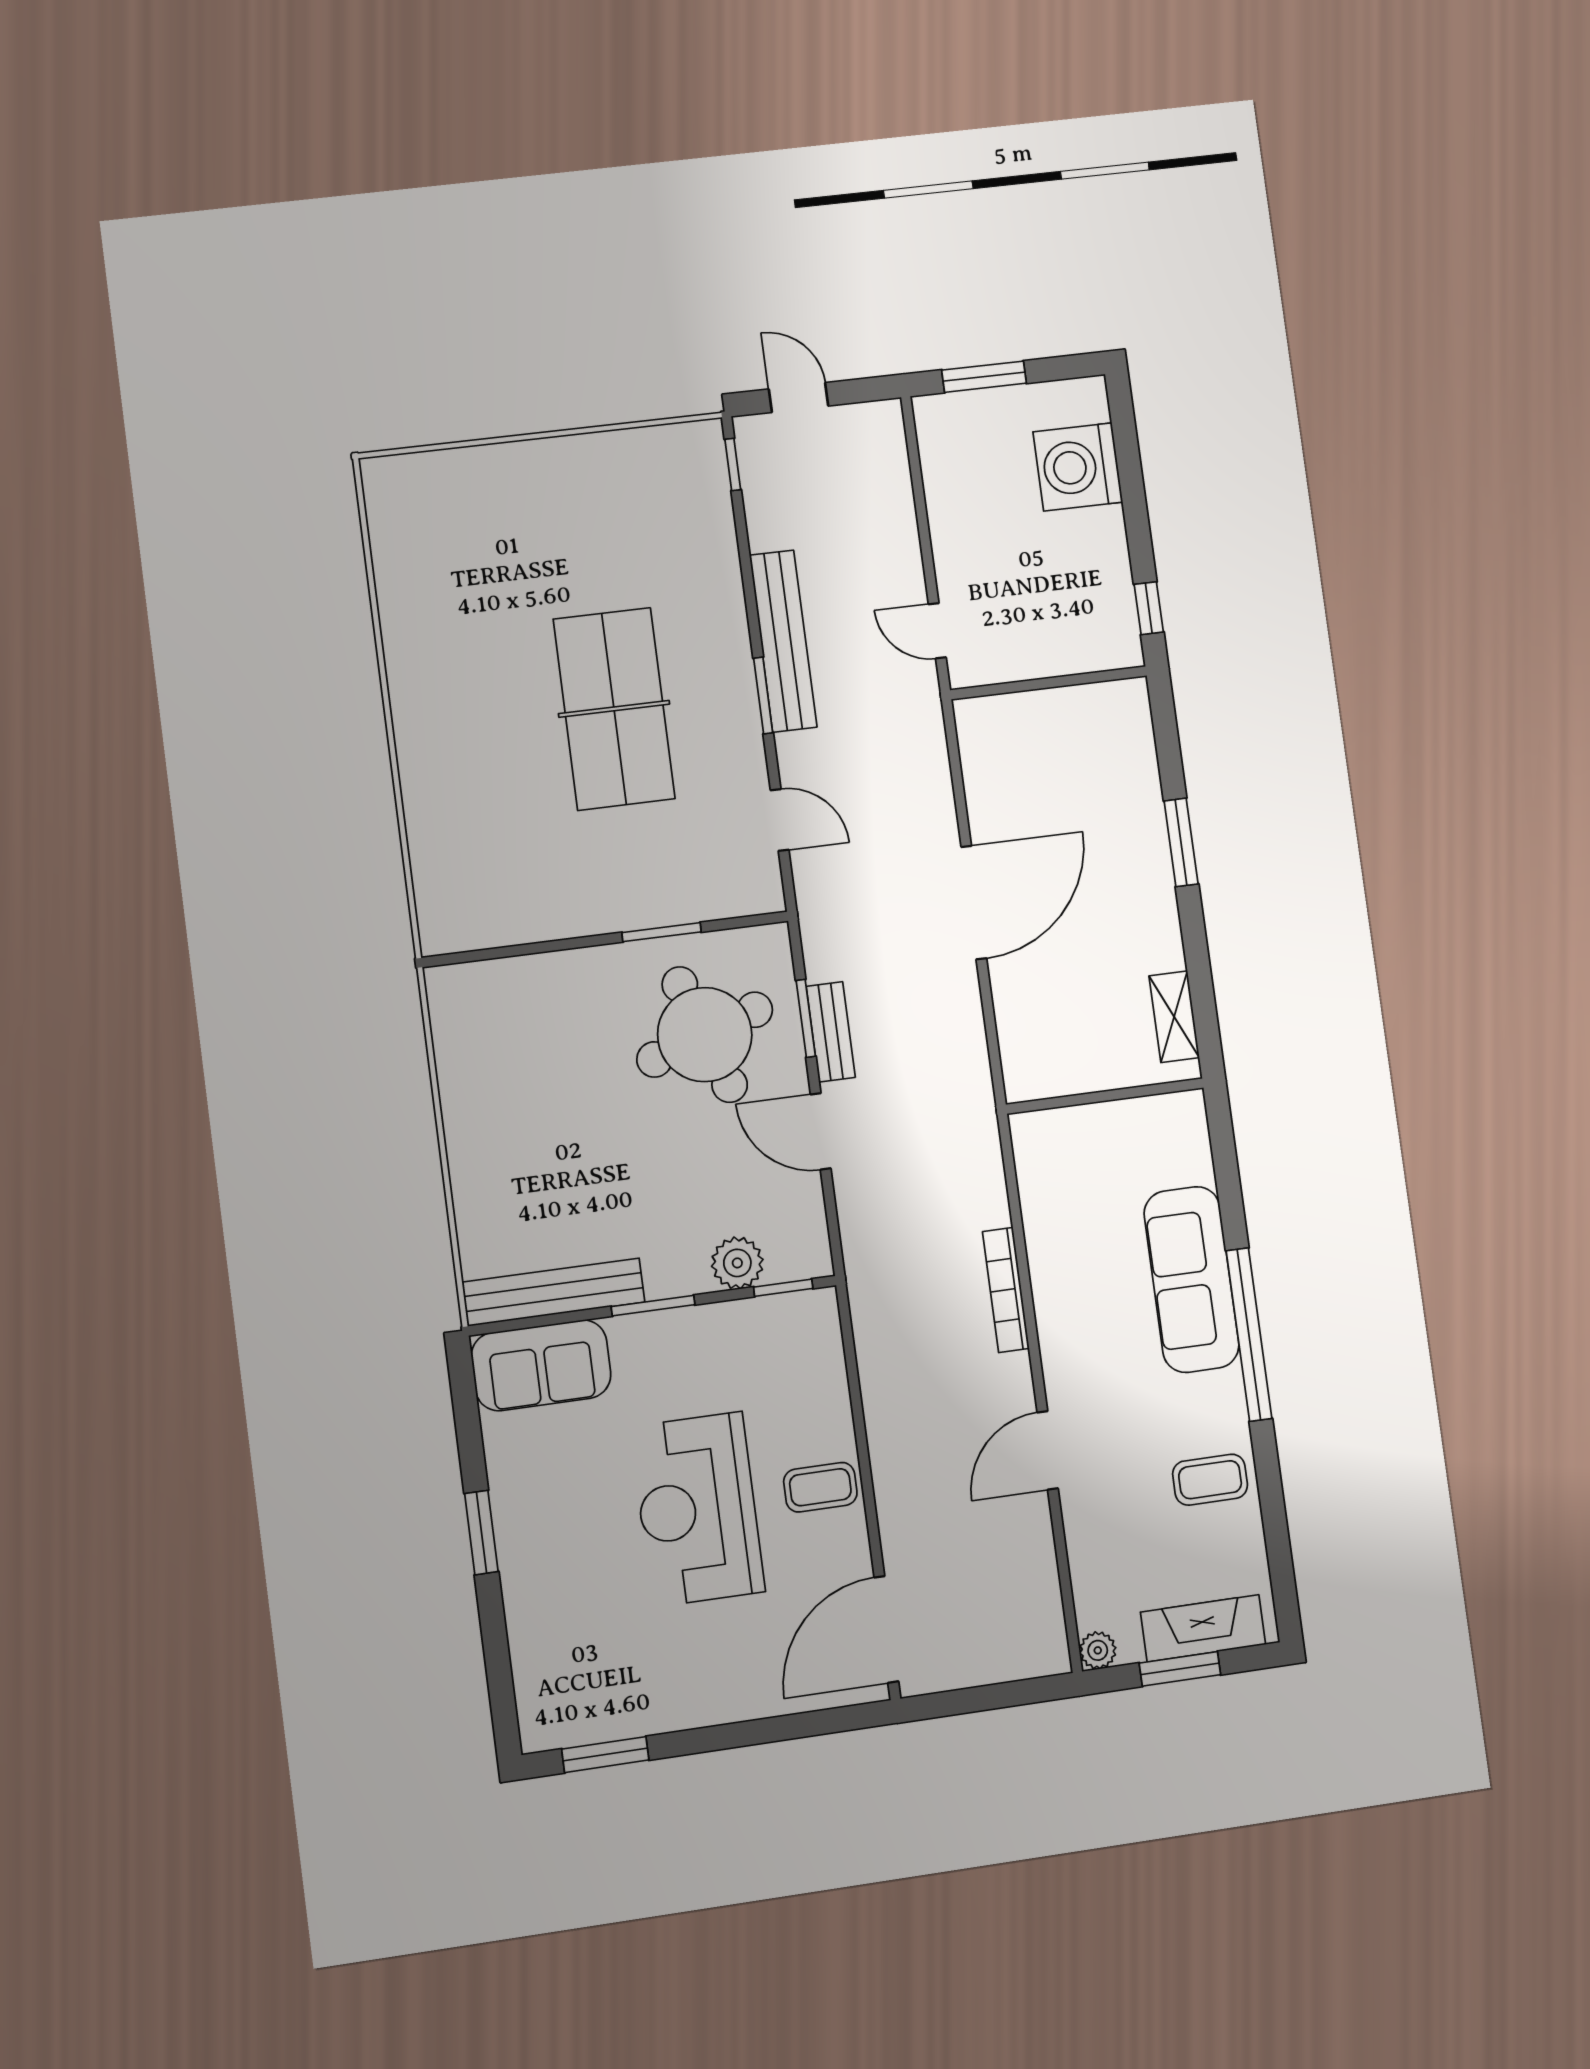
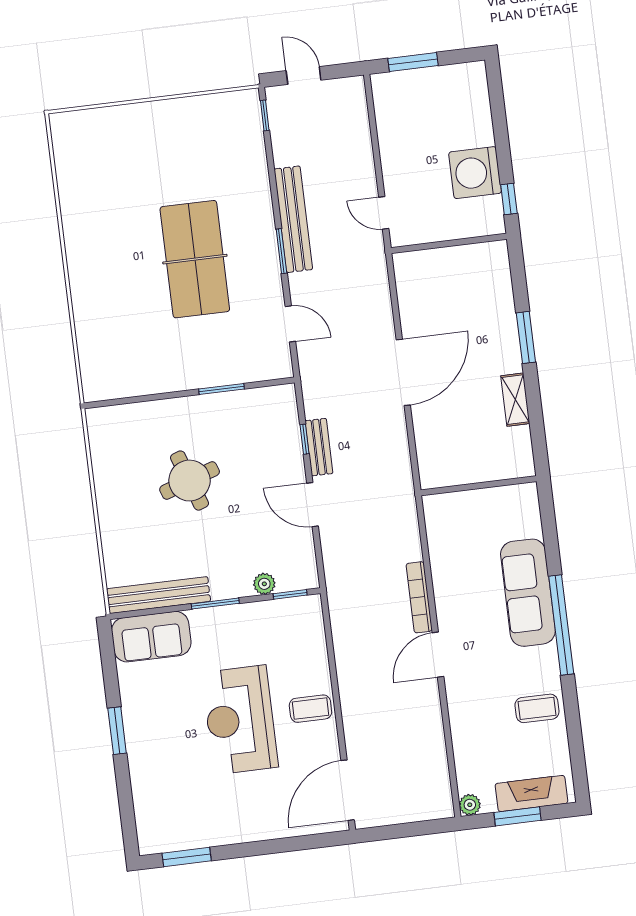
washing machine: (1078, 467) -> (475, 173), moved
shelving: (1174, 1017) -> (515, 400), moved
window: (806, 1018) -> (305, 439), width x0.67
round table: (705, 1035) -> (190, 481), moved, width x0.73, depth x0.73
plant: (737, 1263) -> (264, 584), width x0.73, depth x0.73
door: (1048, 1450) -> (438, 655), moved

